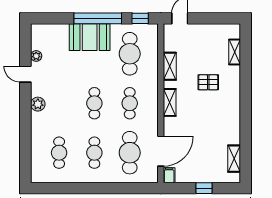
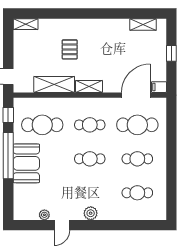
shelving: (235, 52) -> (26, 24), moved
shelving: (170, 66) -> (54, 84), width x1.50, depth x1.33
door: (161, 151) -> (136, 95), hinge flipped

